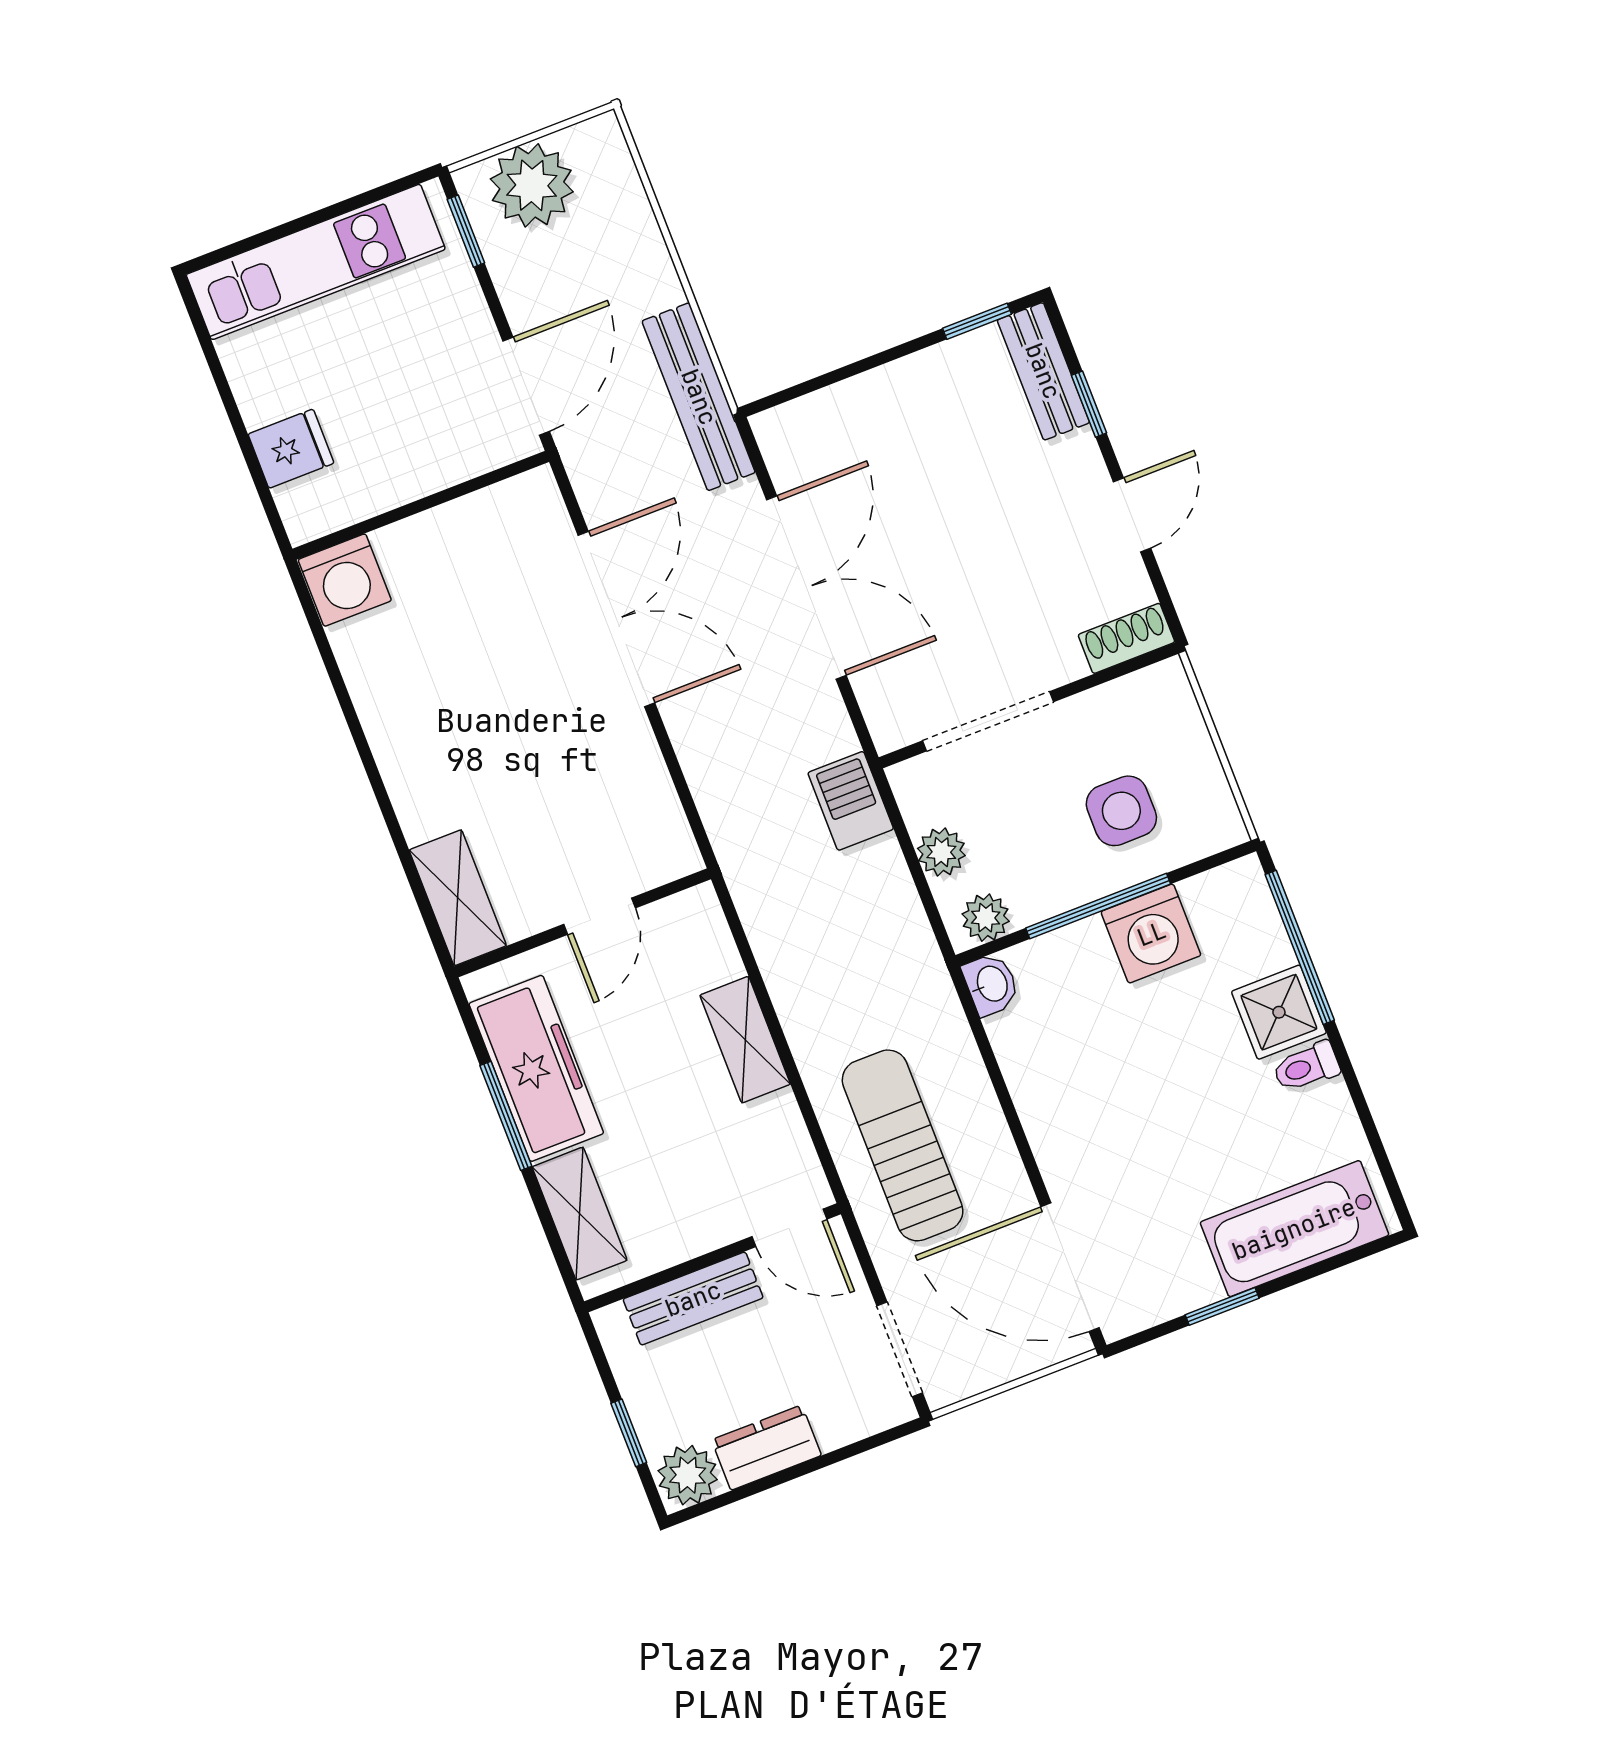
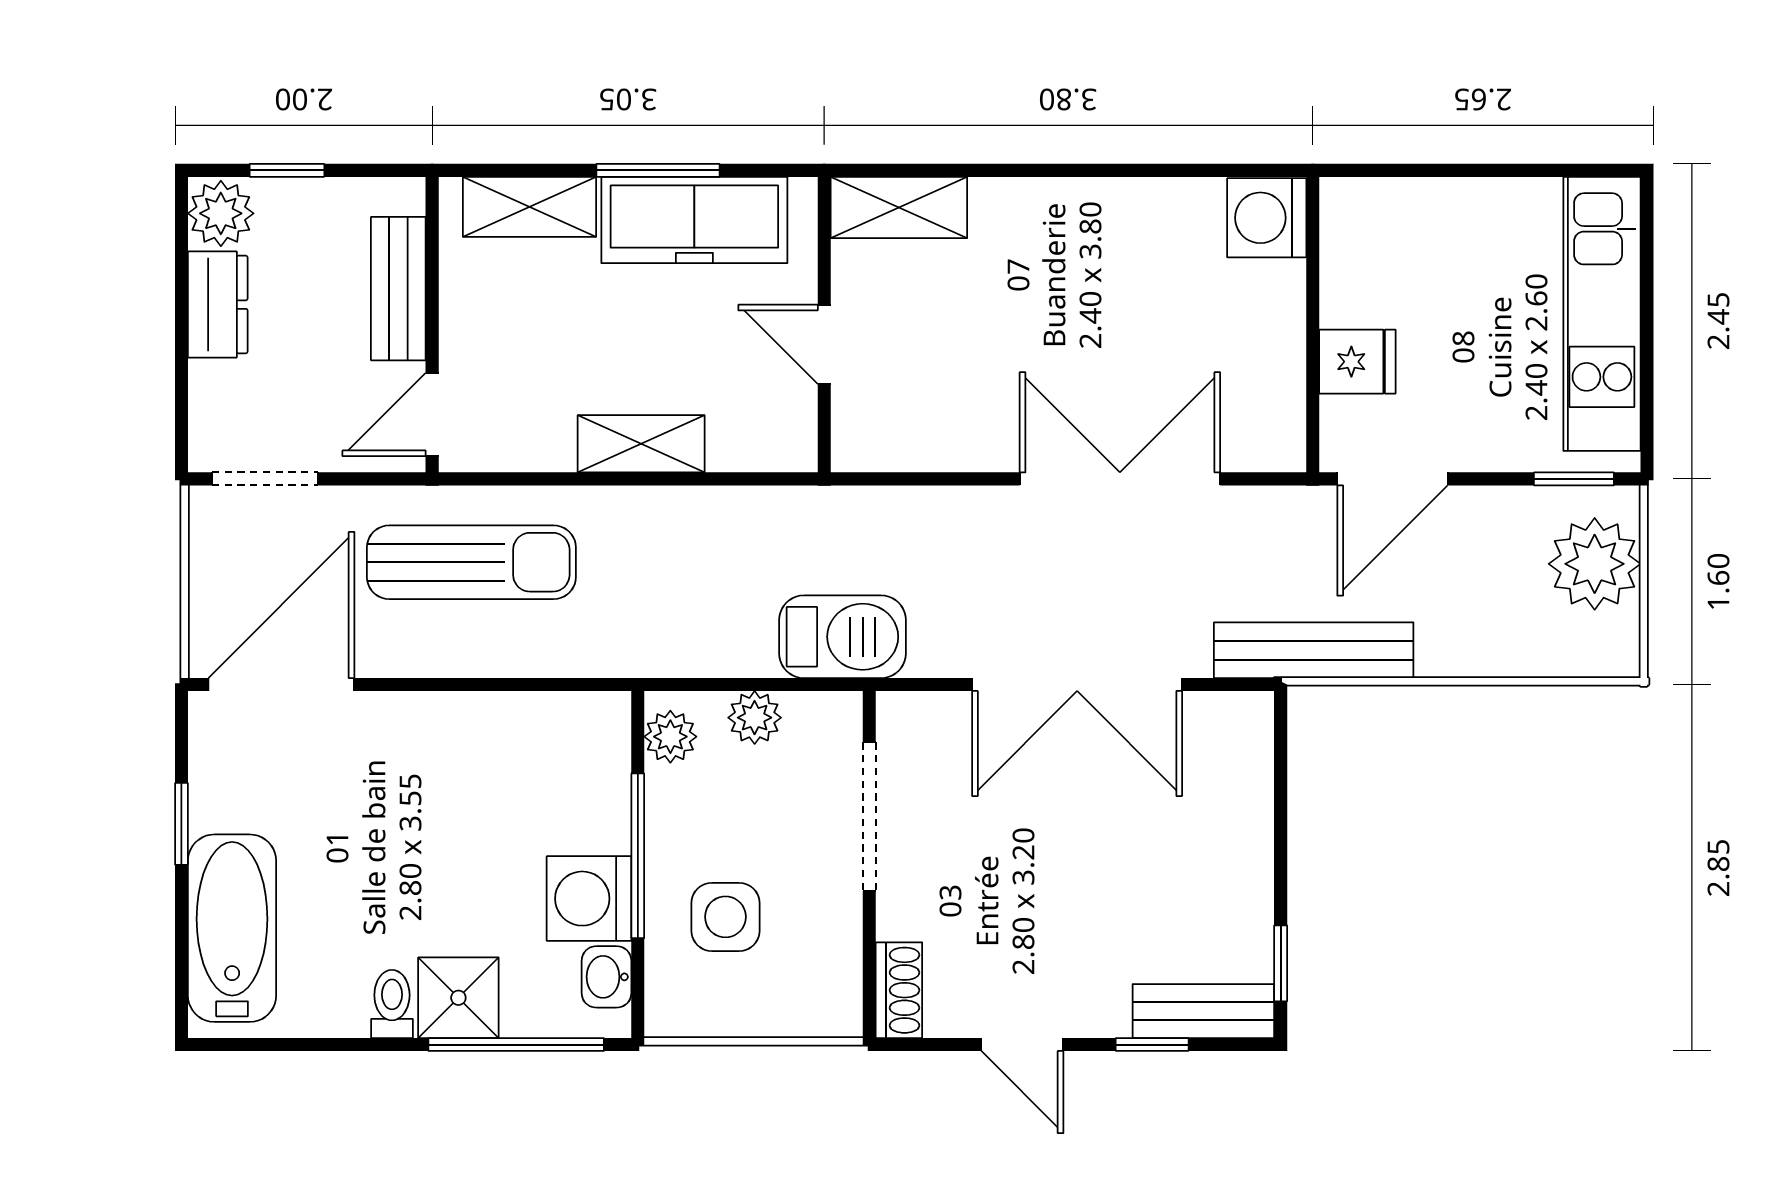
door: (526, 386) -> (1393, 479), hinge flipped
fridge: (291, 449) -> (1357, 362), moved, turned -90
double door: (616, 619) -> (1120, 479), swing flipped
barbecue: (851, 801) -> (842, 637), width x1.38, depth x1.27
washbasin: (991, 984) -> (606, 977), moved, turned 90

